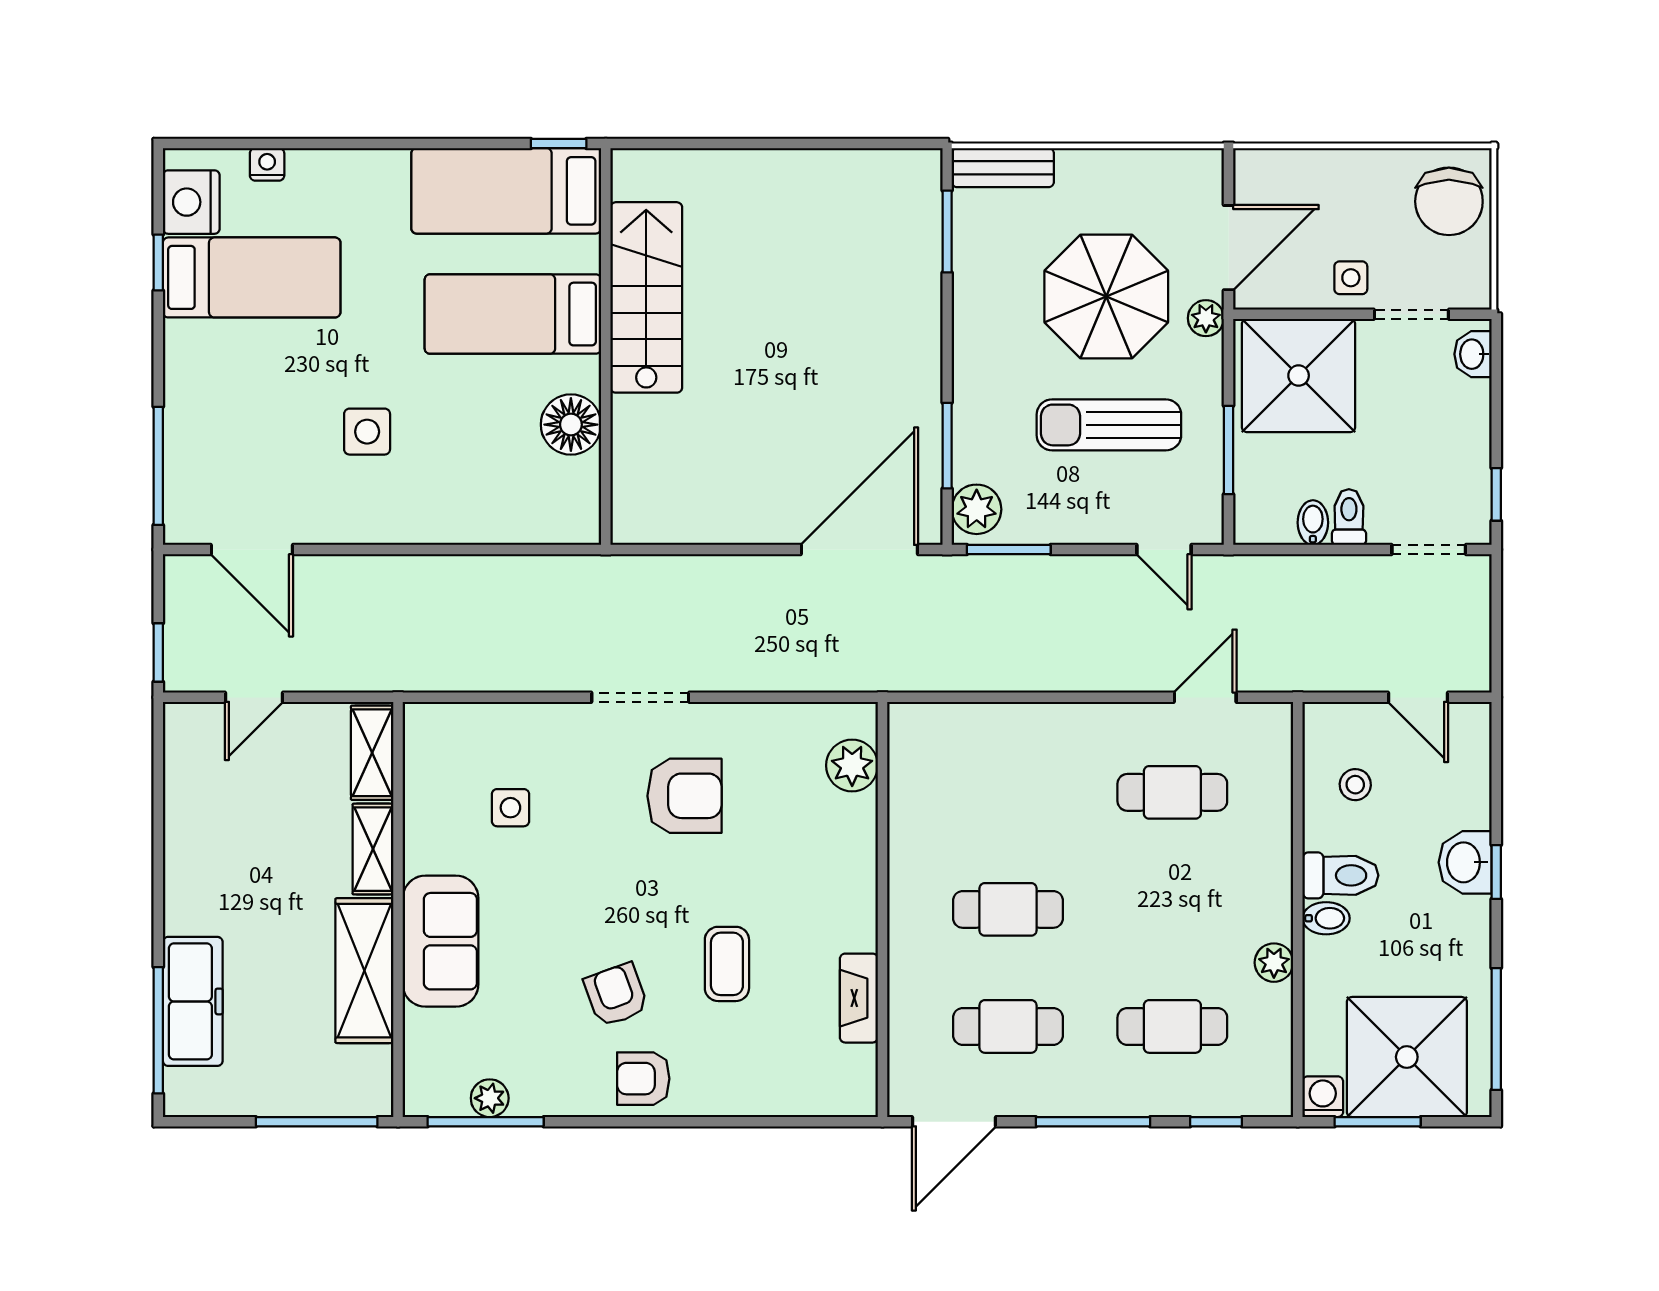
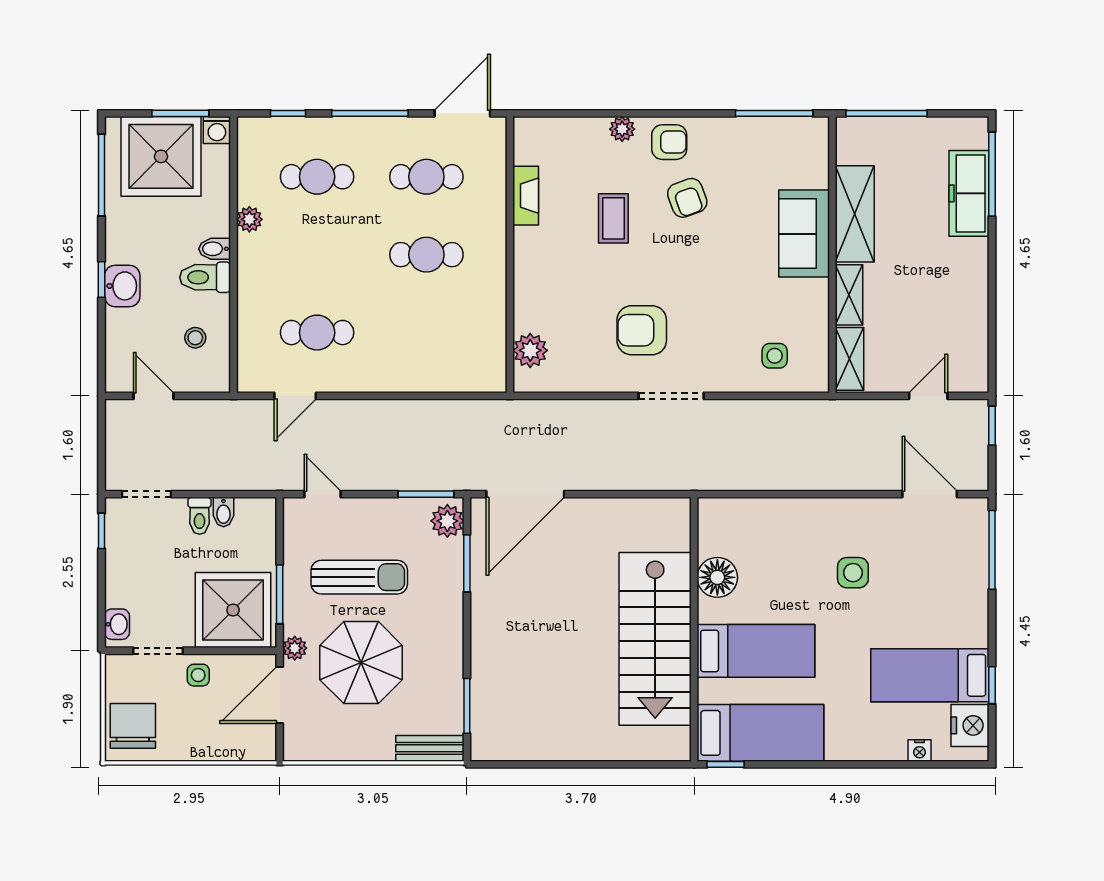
stairs: (646, 297) -> (655, 639), width x1.36, depth x1.51
window: (1229, 450) -> (280, 594), moved
side table: (510, 808) -> (775, 356), moved
plant: (490, 1098) -> (622, 129), moved

